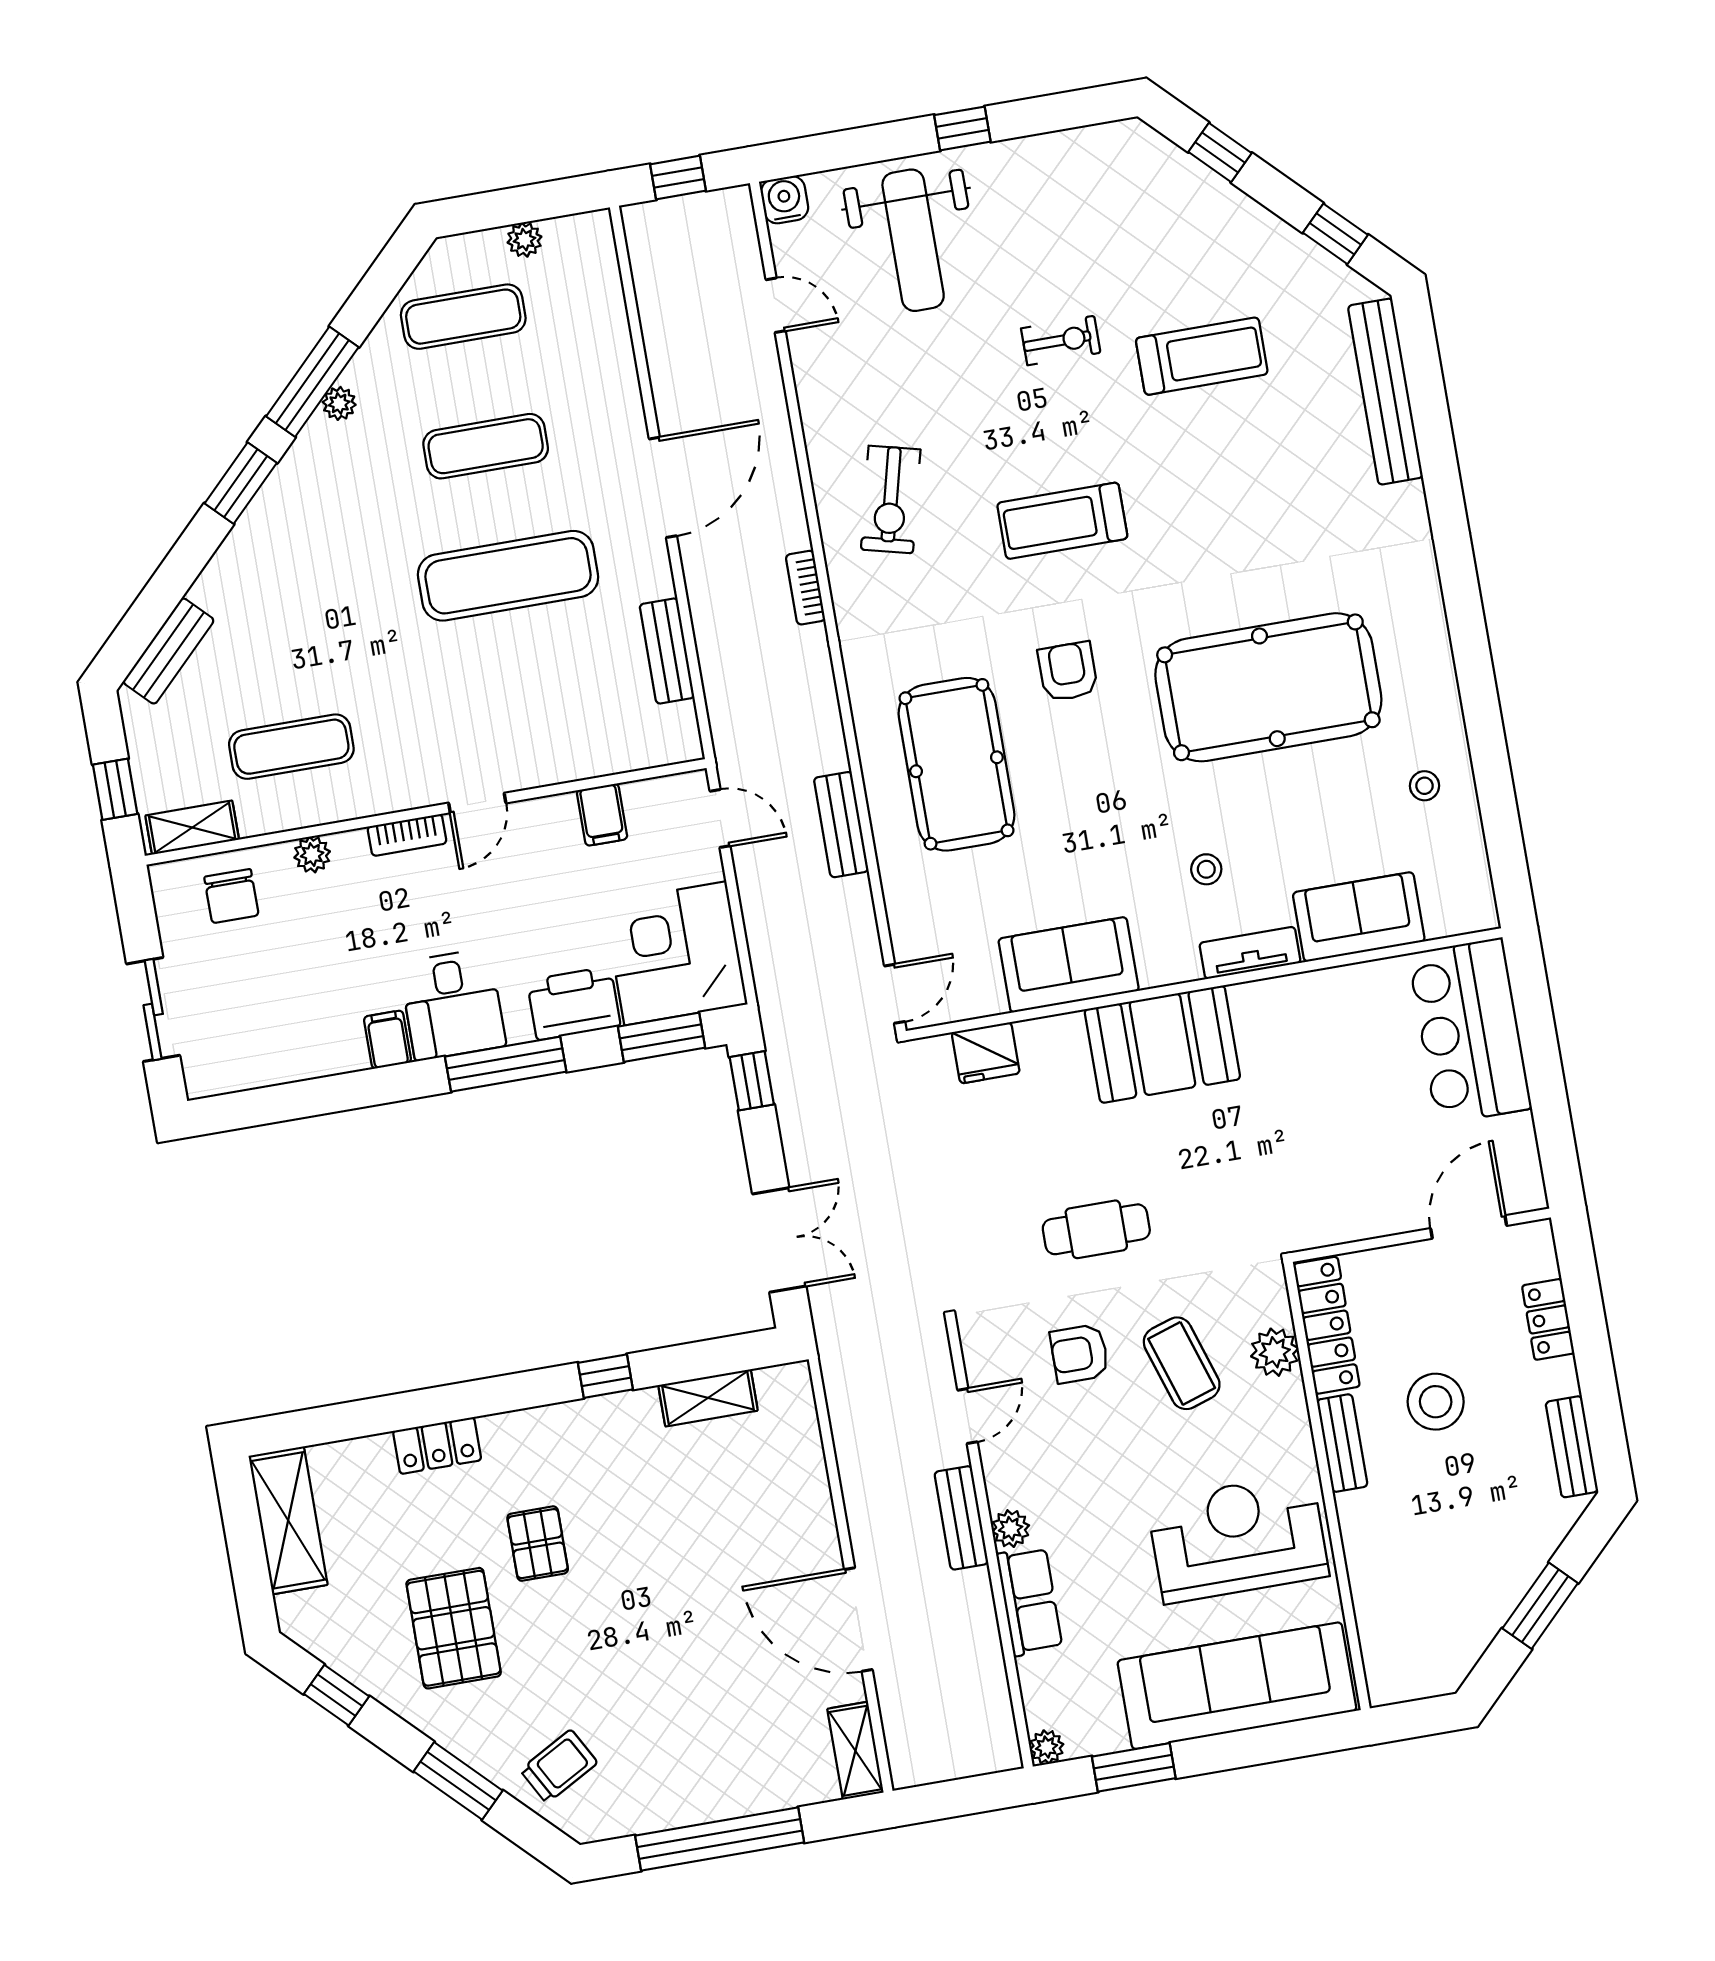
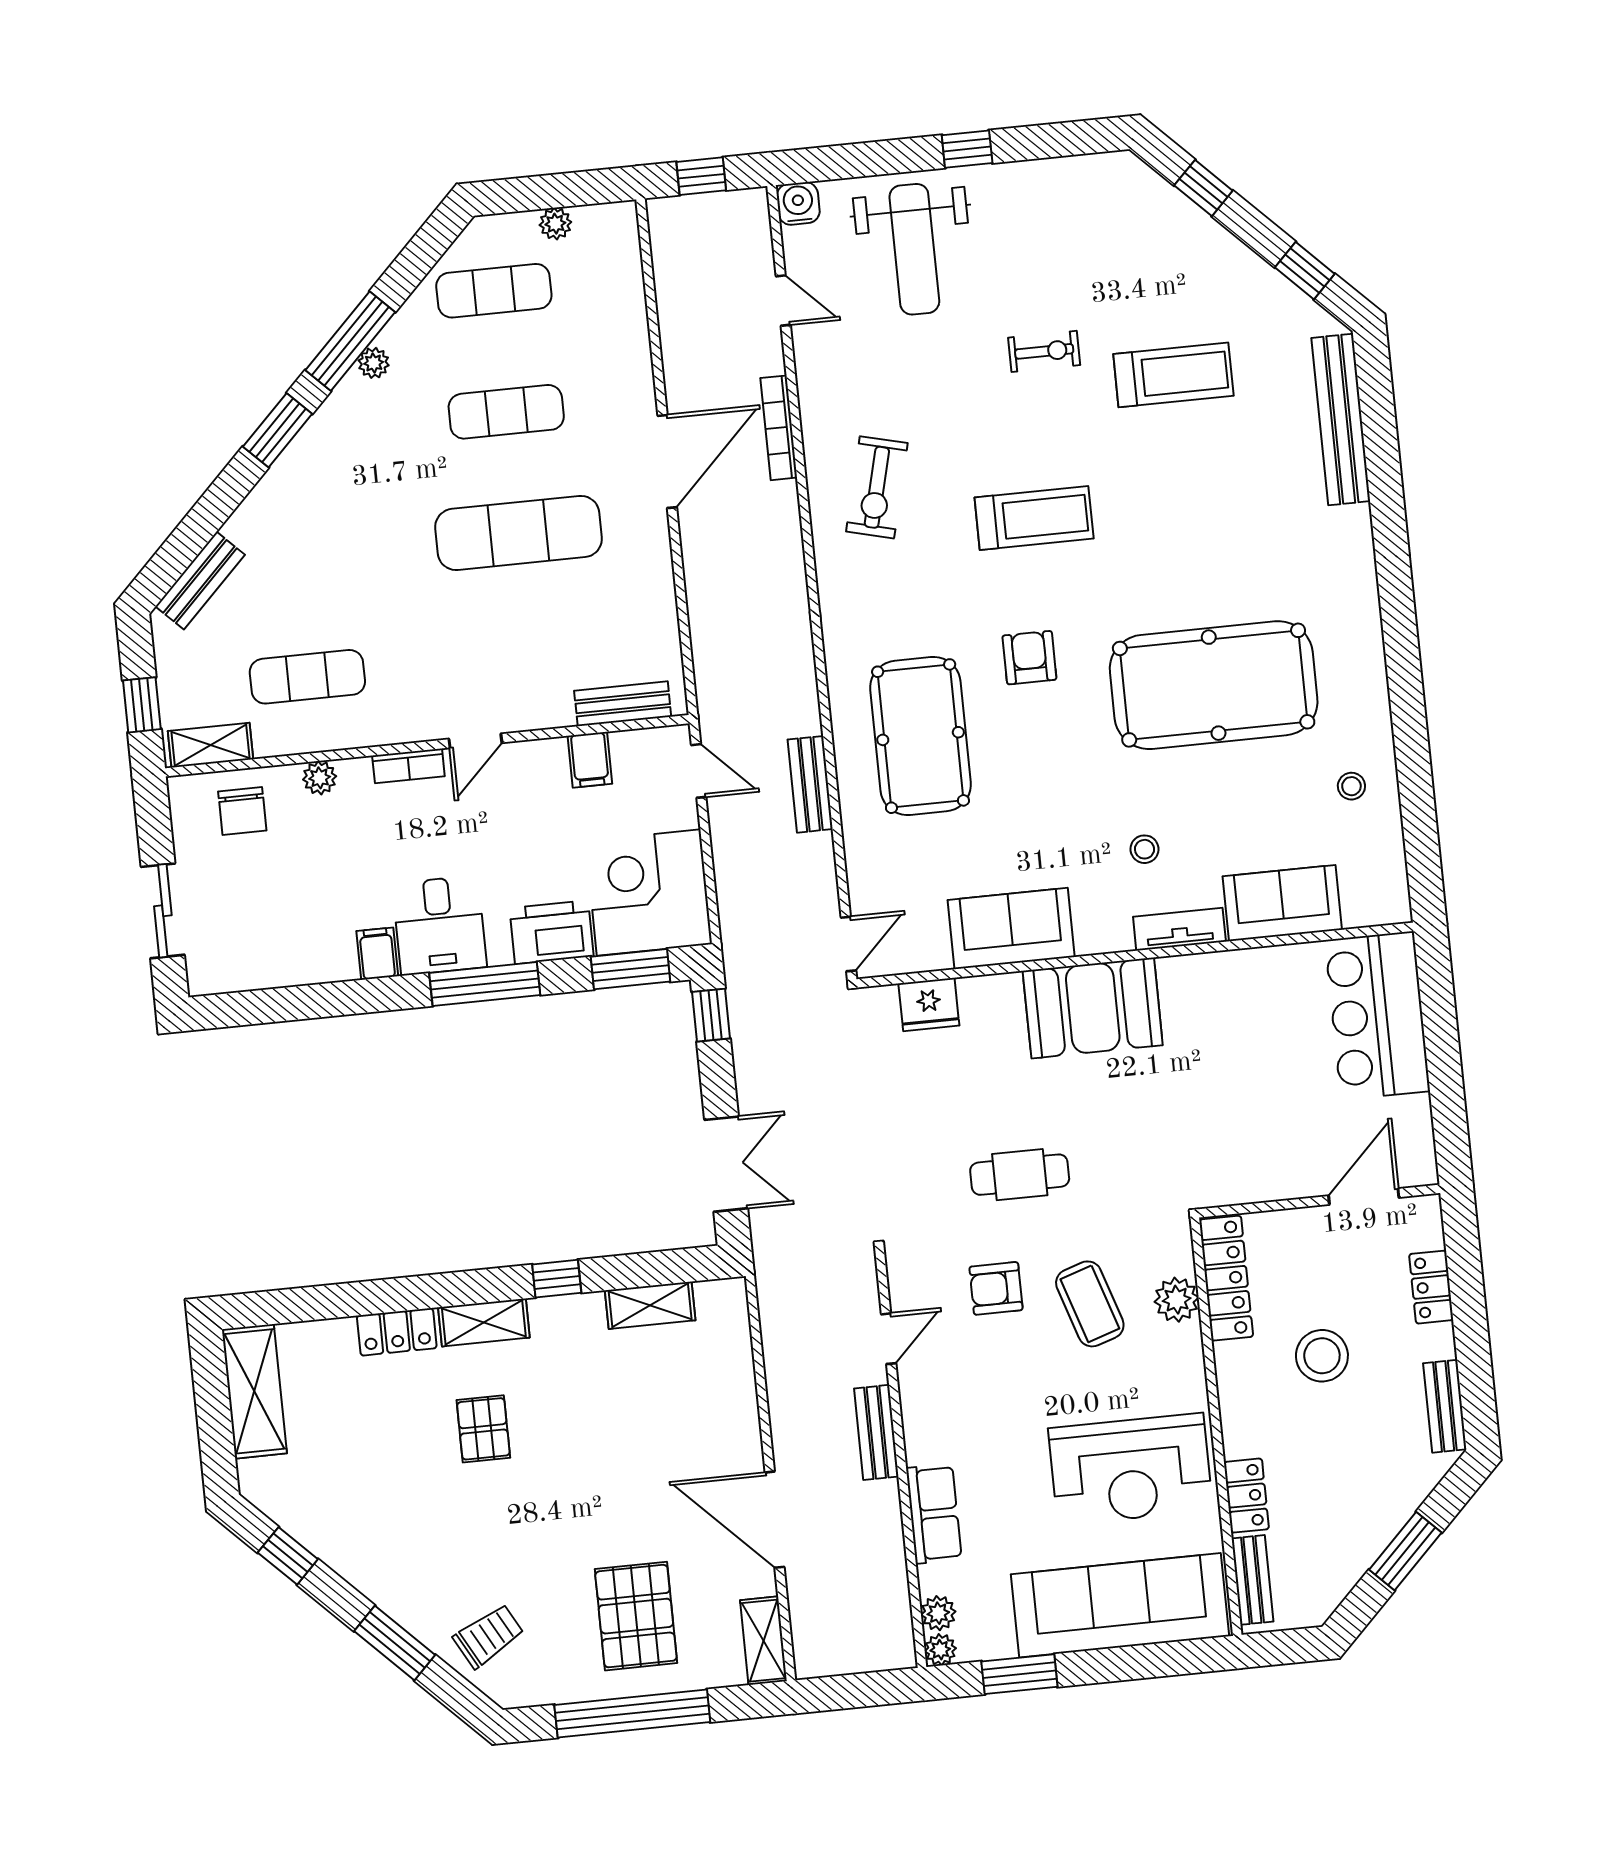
treadmill: (1062, 521) -> (1034, 518), turned 180
bookcase: (805, 588) -> (779, 428), moved, width x1.56
bench: (667, 651) -> (623, 704), moved, turned 90
shelving: (530, 1429) -> (484, 1322), added
bench: (1342, 1443) -> (1252, 1580), moved
plant: (1011, 1529) -> (938, 1613), moved
reception desk: (1238, 1538) -> (1130, 1469), turned 180
locker: (1365, 1558) -> (1246, 1496), added
pallet: (454, 1628) -> (636, 1616), moved

